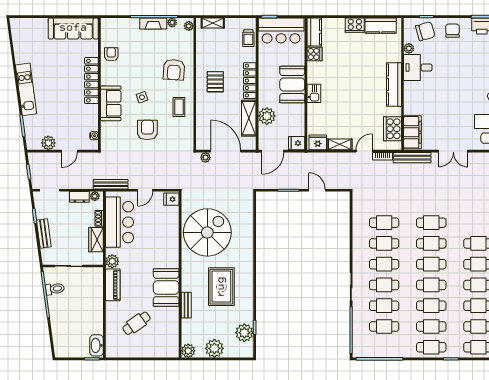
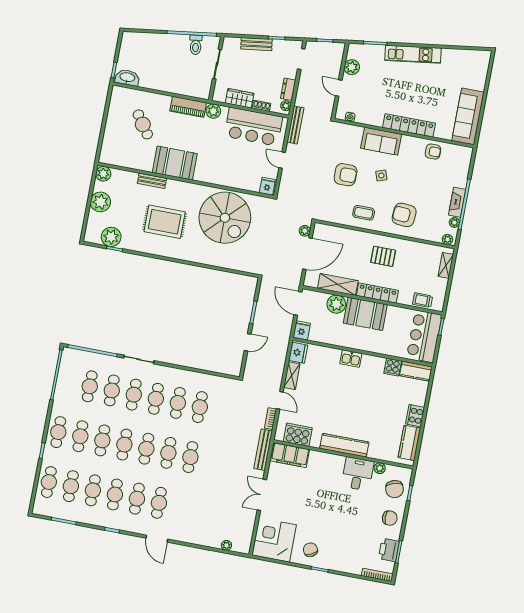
booth: (292, 84) -> (365, 314), moved

